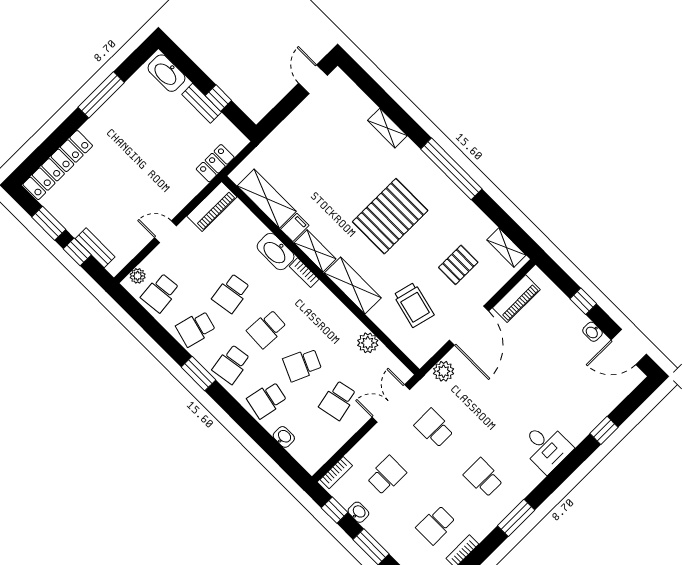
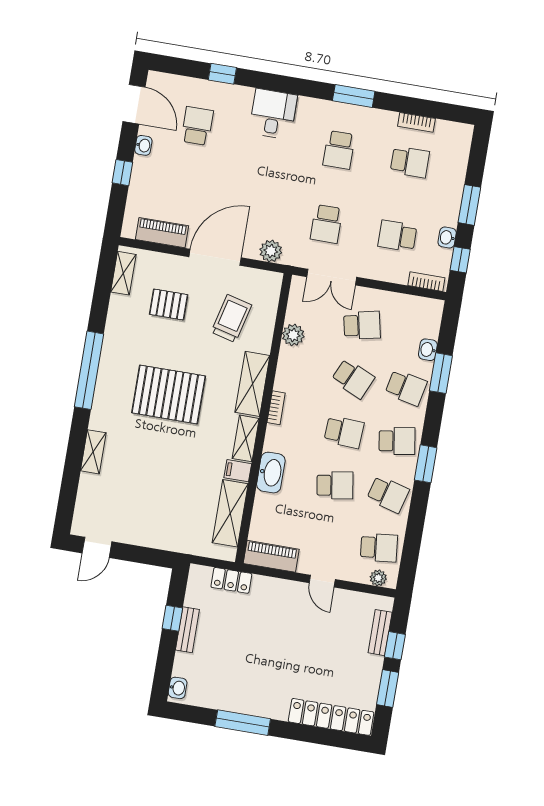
washbasin: (167, 73) -> (178, 688), width x0.52, depth x0.69
bookcase: (304, 273) -> (276, 408), moved
school desk: (578, 383) -> (197, 126), added
window: (259, 434) -> (441, 373), added

